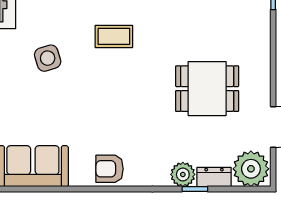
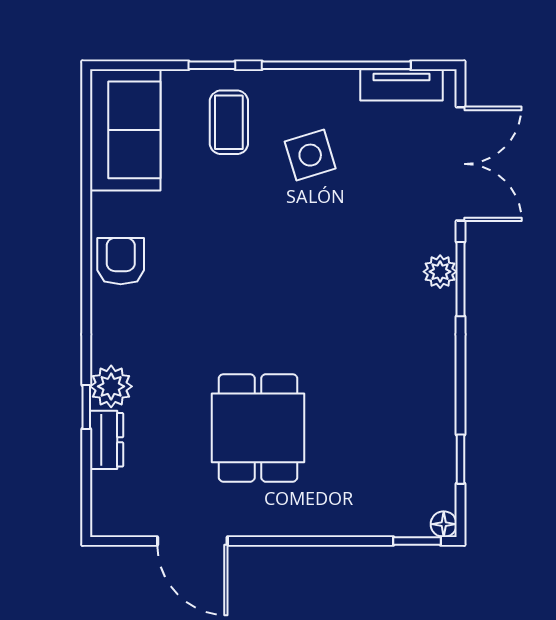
coffee table: (114, 36) -> (229, 122), moved
plant: (251, 169) -> (121, 503), removed

